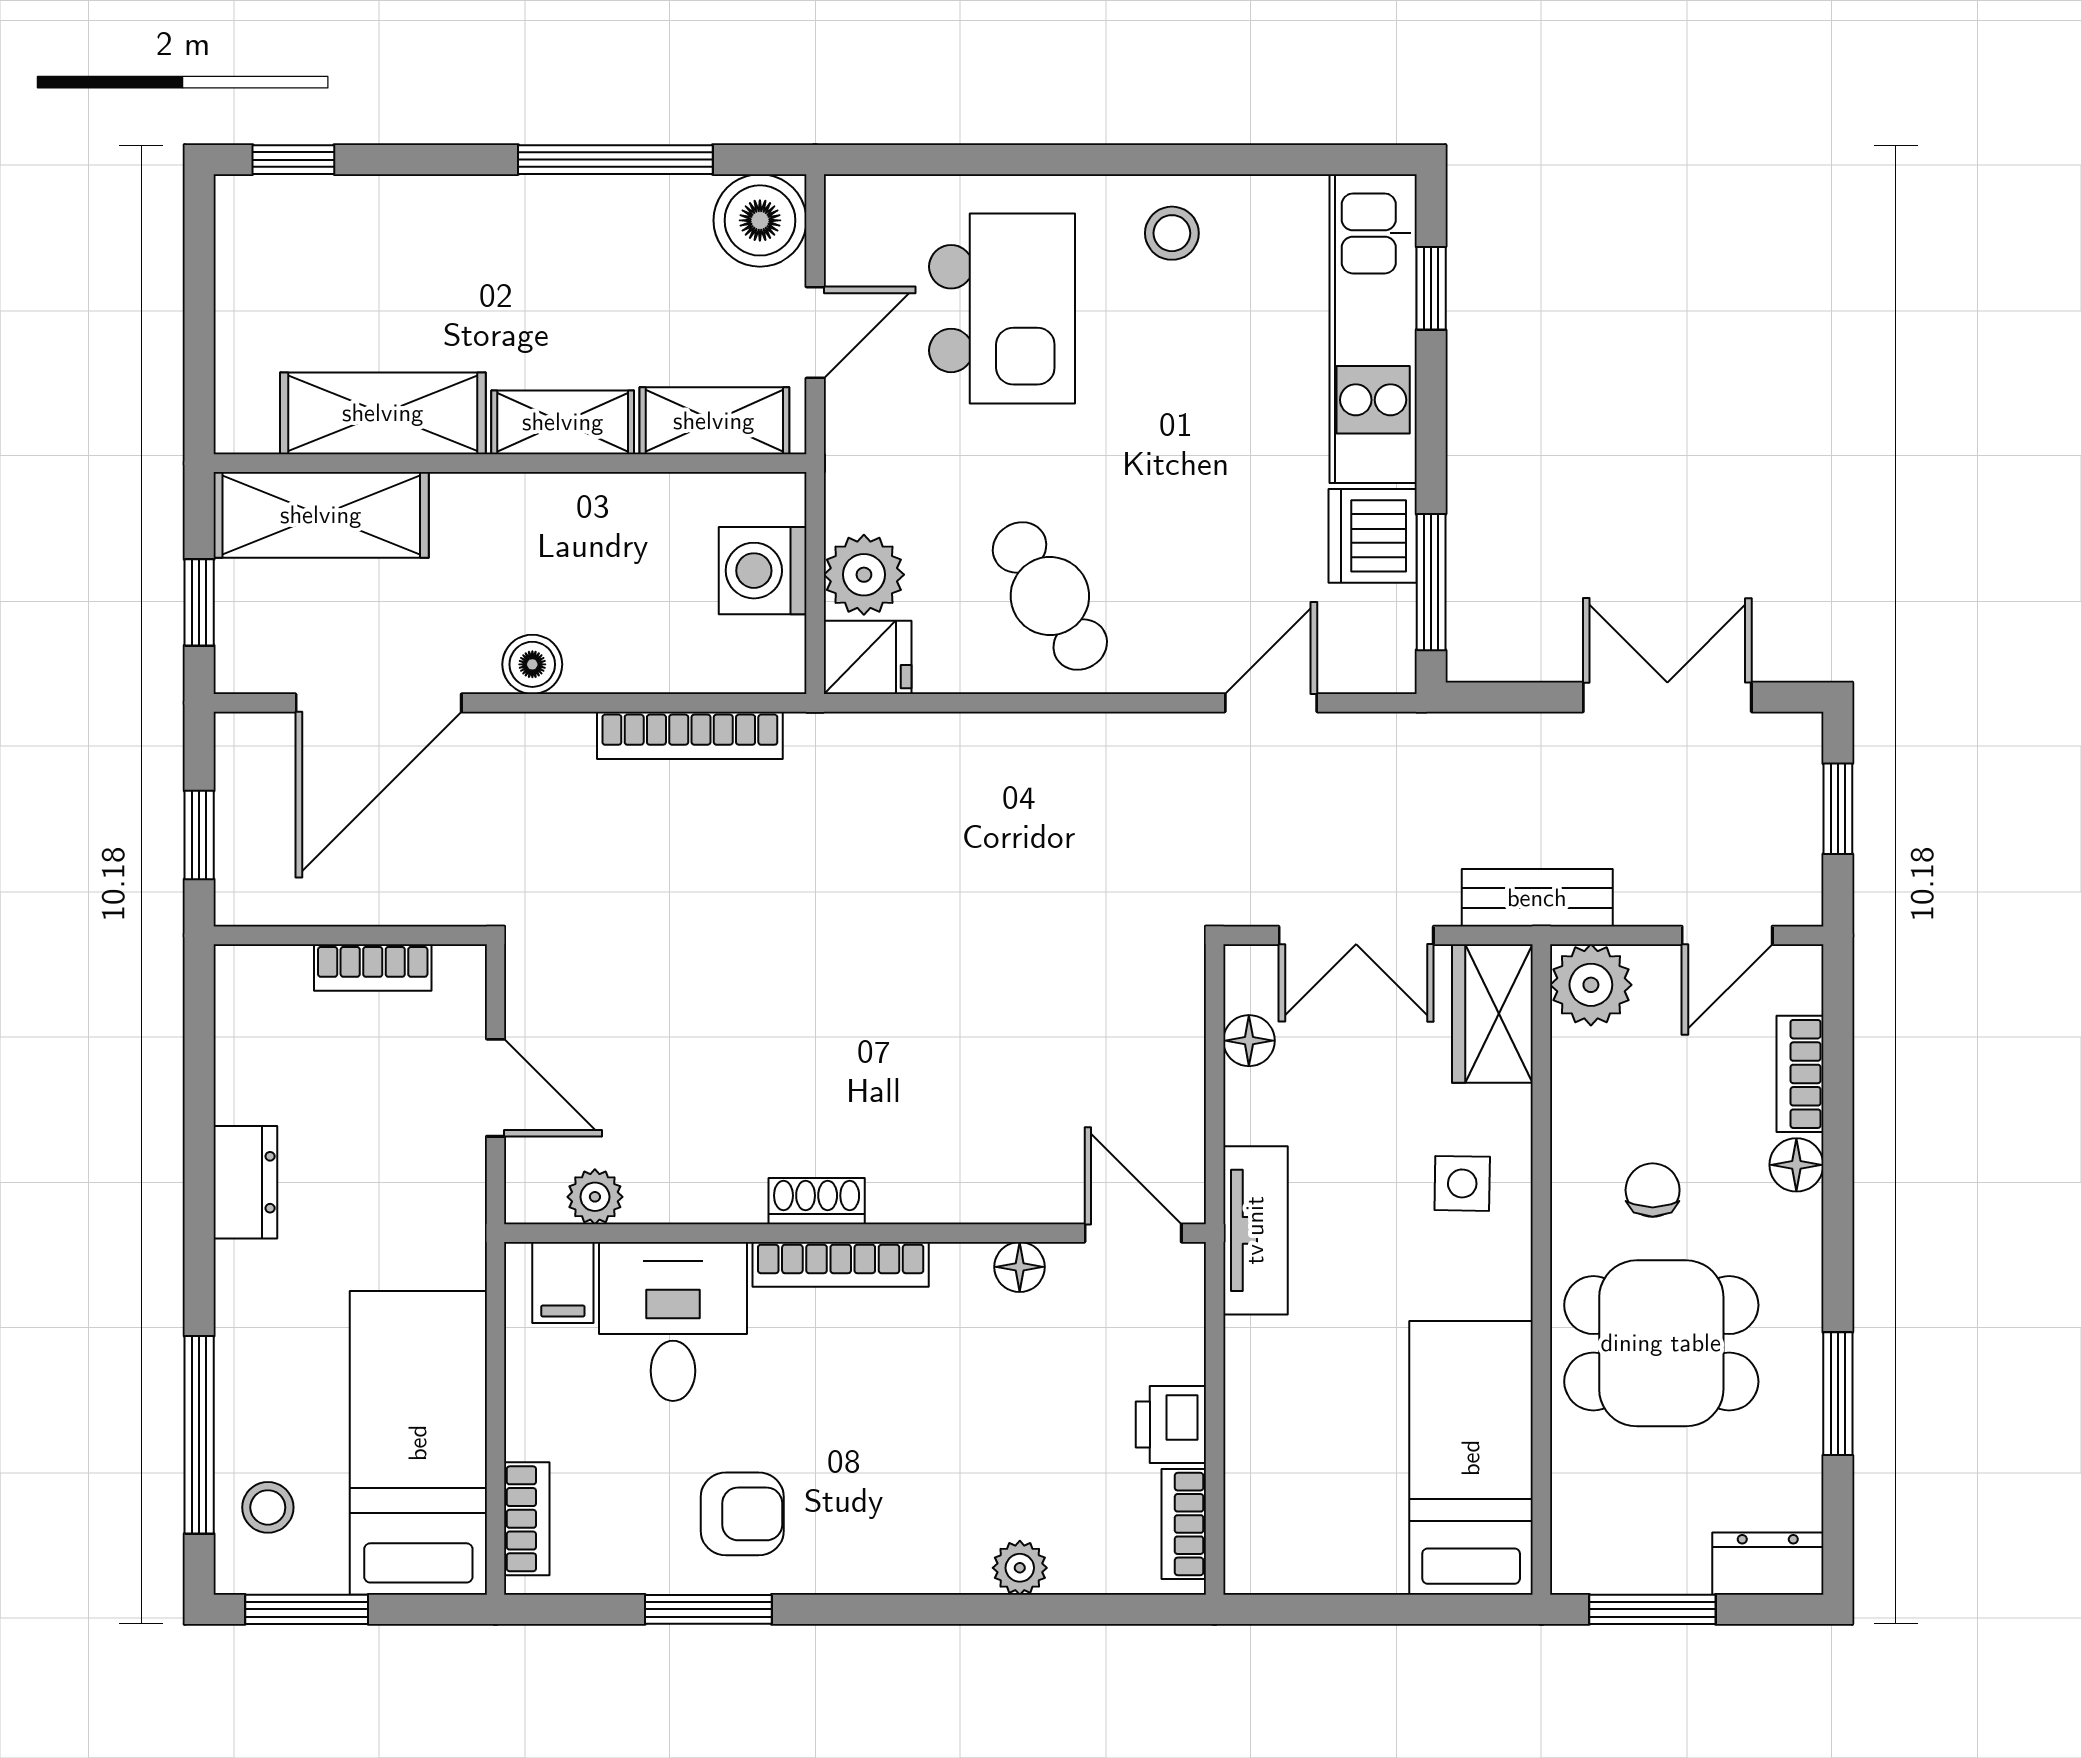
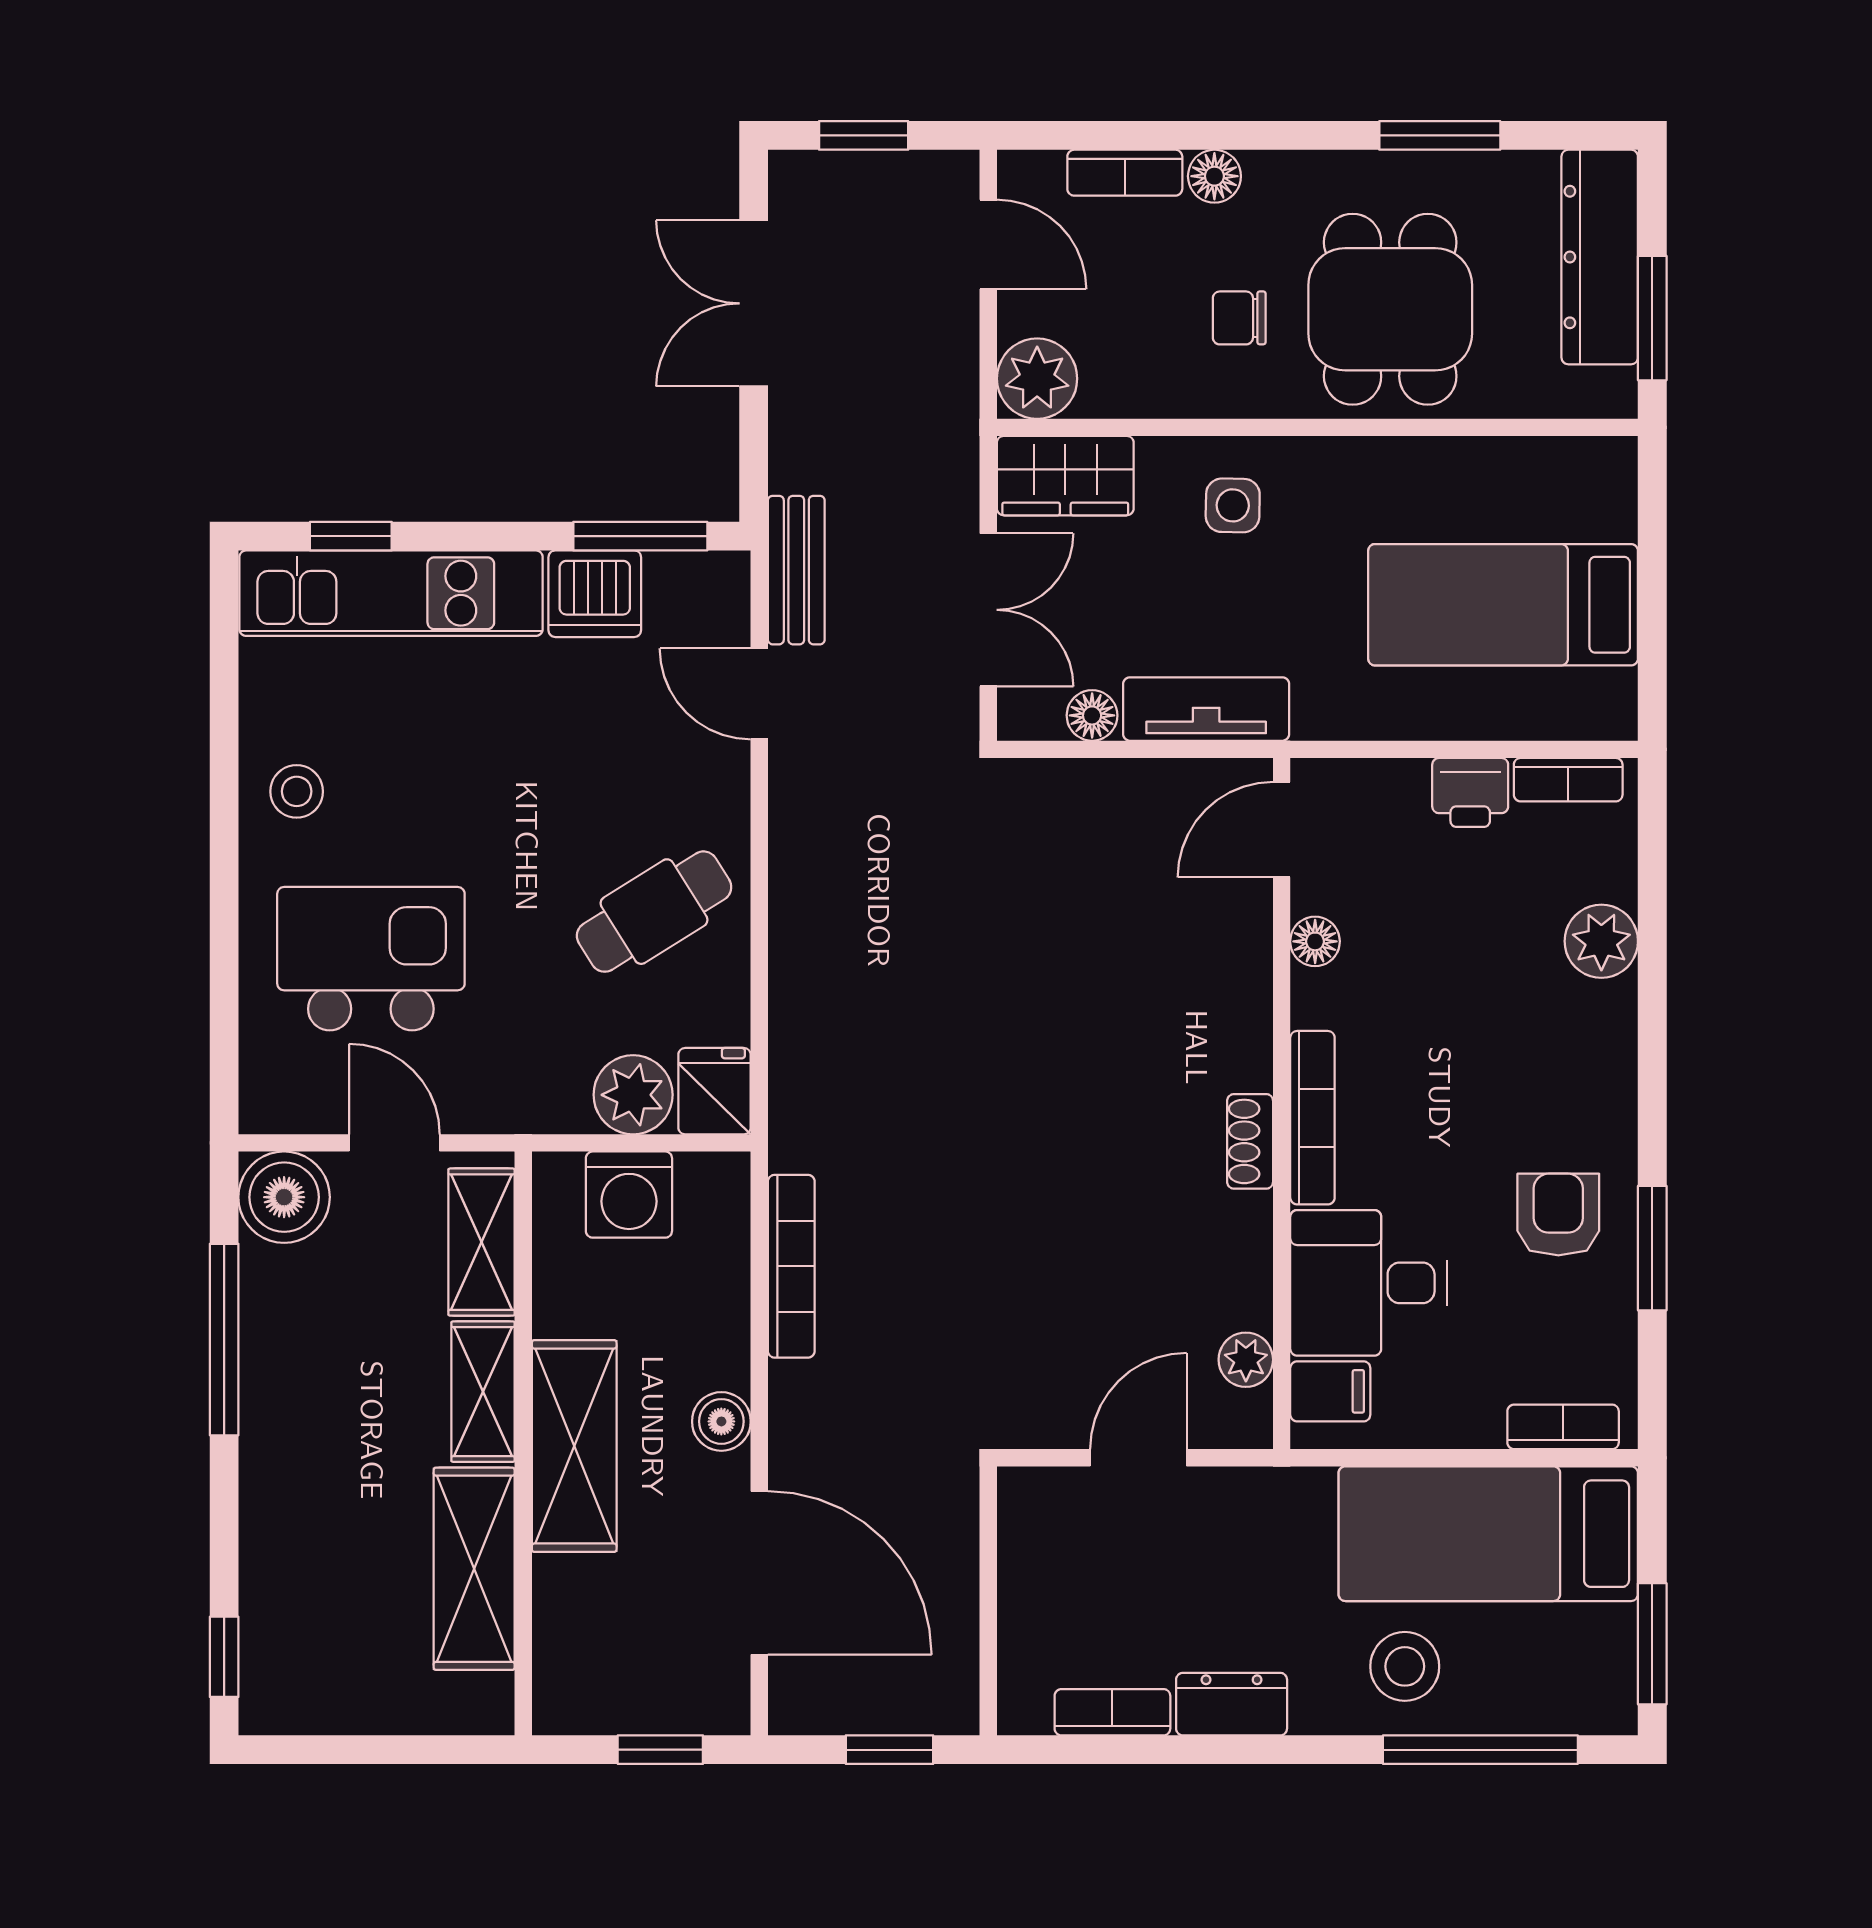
shelving: (321, 515) -> (574, 1446), moved
bench: (1537, 898) -> (796, 570), moved
bookcase: (373, 968) -> (1112, 1712), moved, turned -90
tv unit: (1255, 1230) -> (1206, 709), moved
bed: (1471, 1458) -> (1503, 605), moved
stool: (268, 1507) -> (1405, 1666), moved, width x1.37, depth x1.37
dresser: (1768, 1564) -> (1600, 257), width x1.96, depth x1.24
plant: (1020, 1568) -> (1601, 941), width x1.38, depth x1.38

